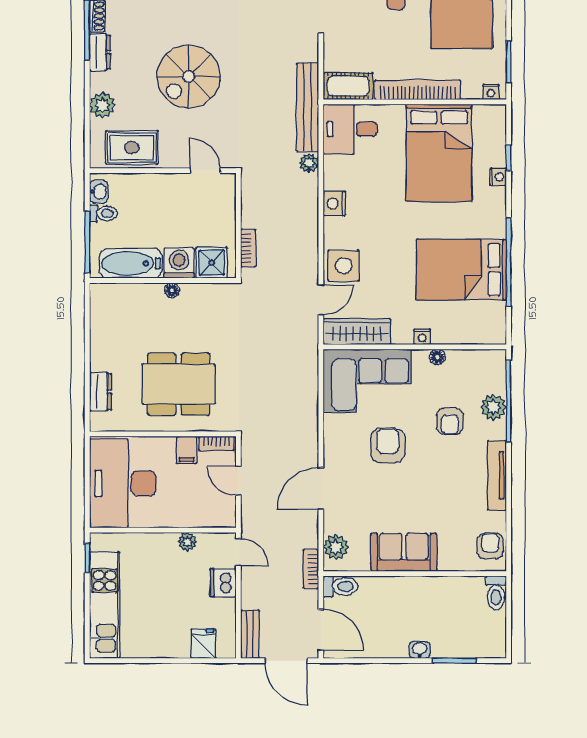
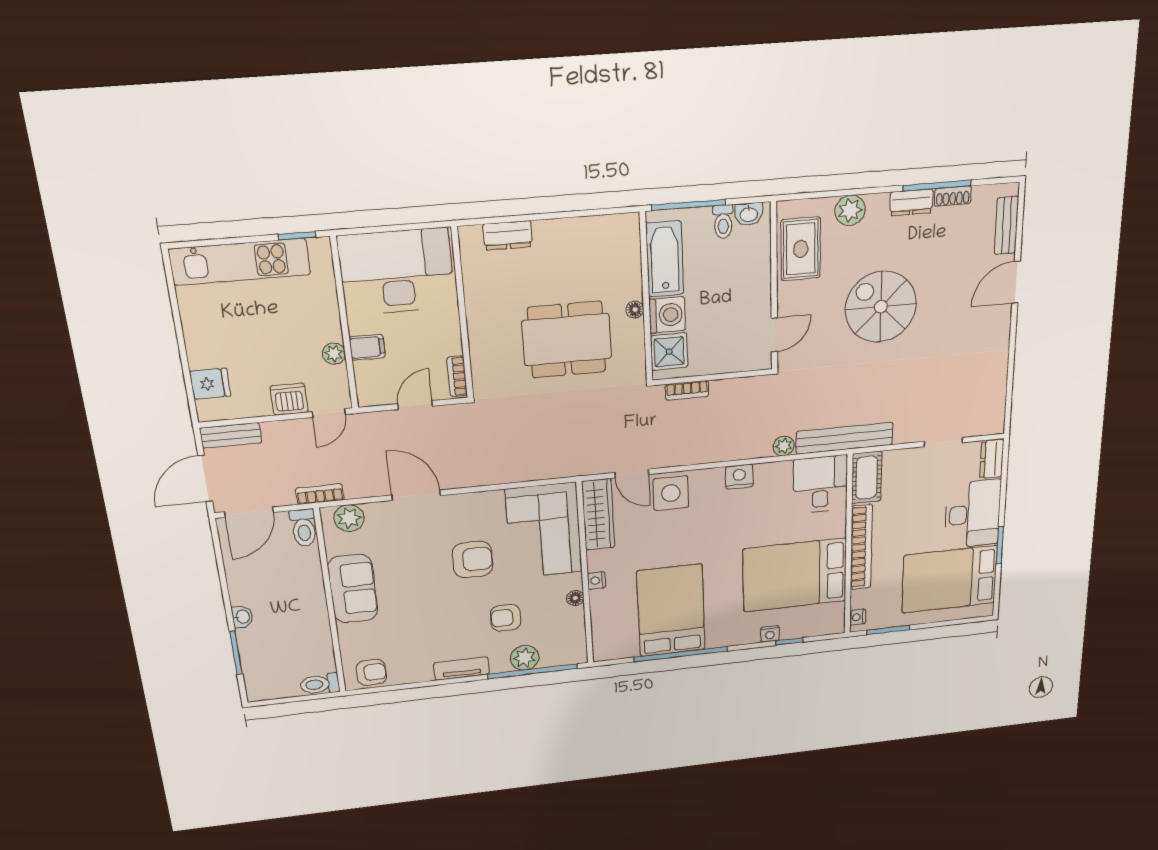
dining table: (179, 384) -> (567, 340), moved, turned 90
filing cabinet: (187, 450) -> (367, 347), moved, turned 180
tv unit: (497, 475) -> (462, 669), width x0.71

